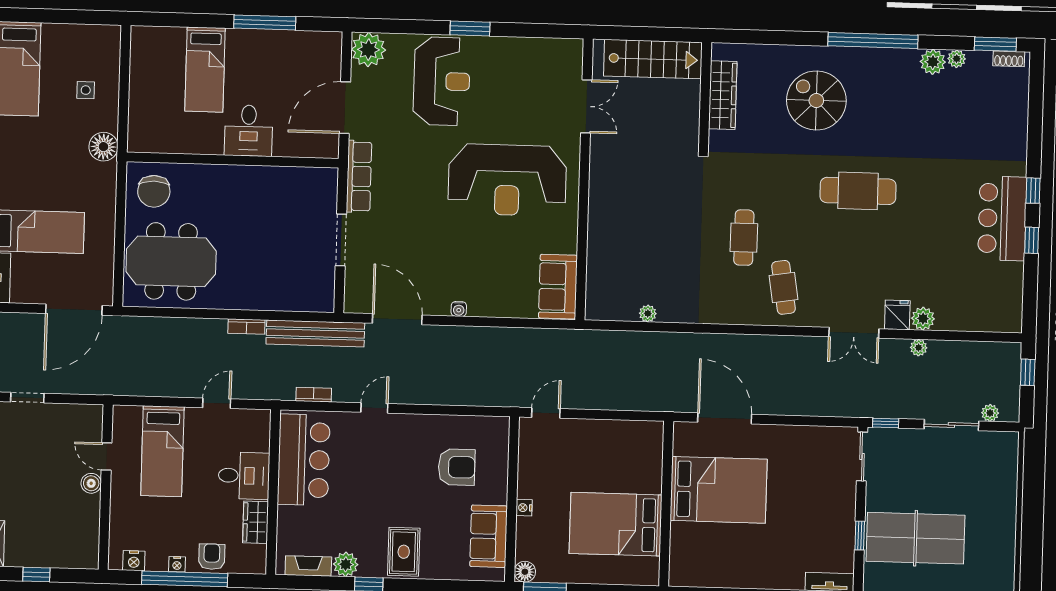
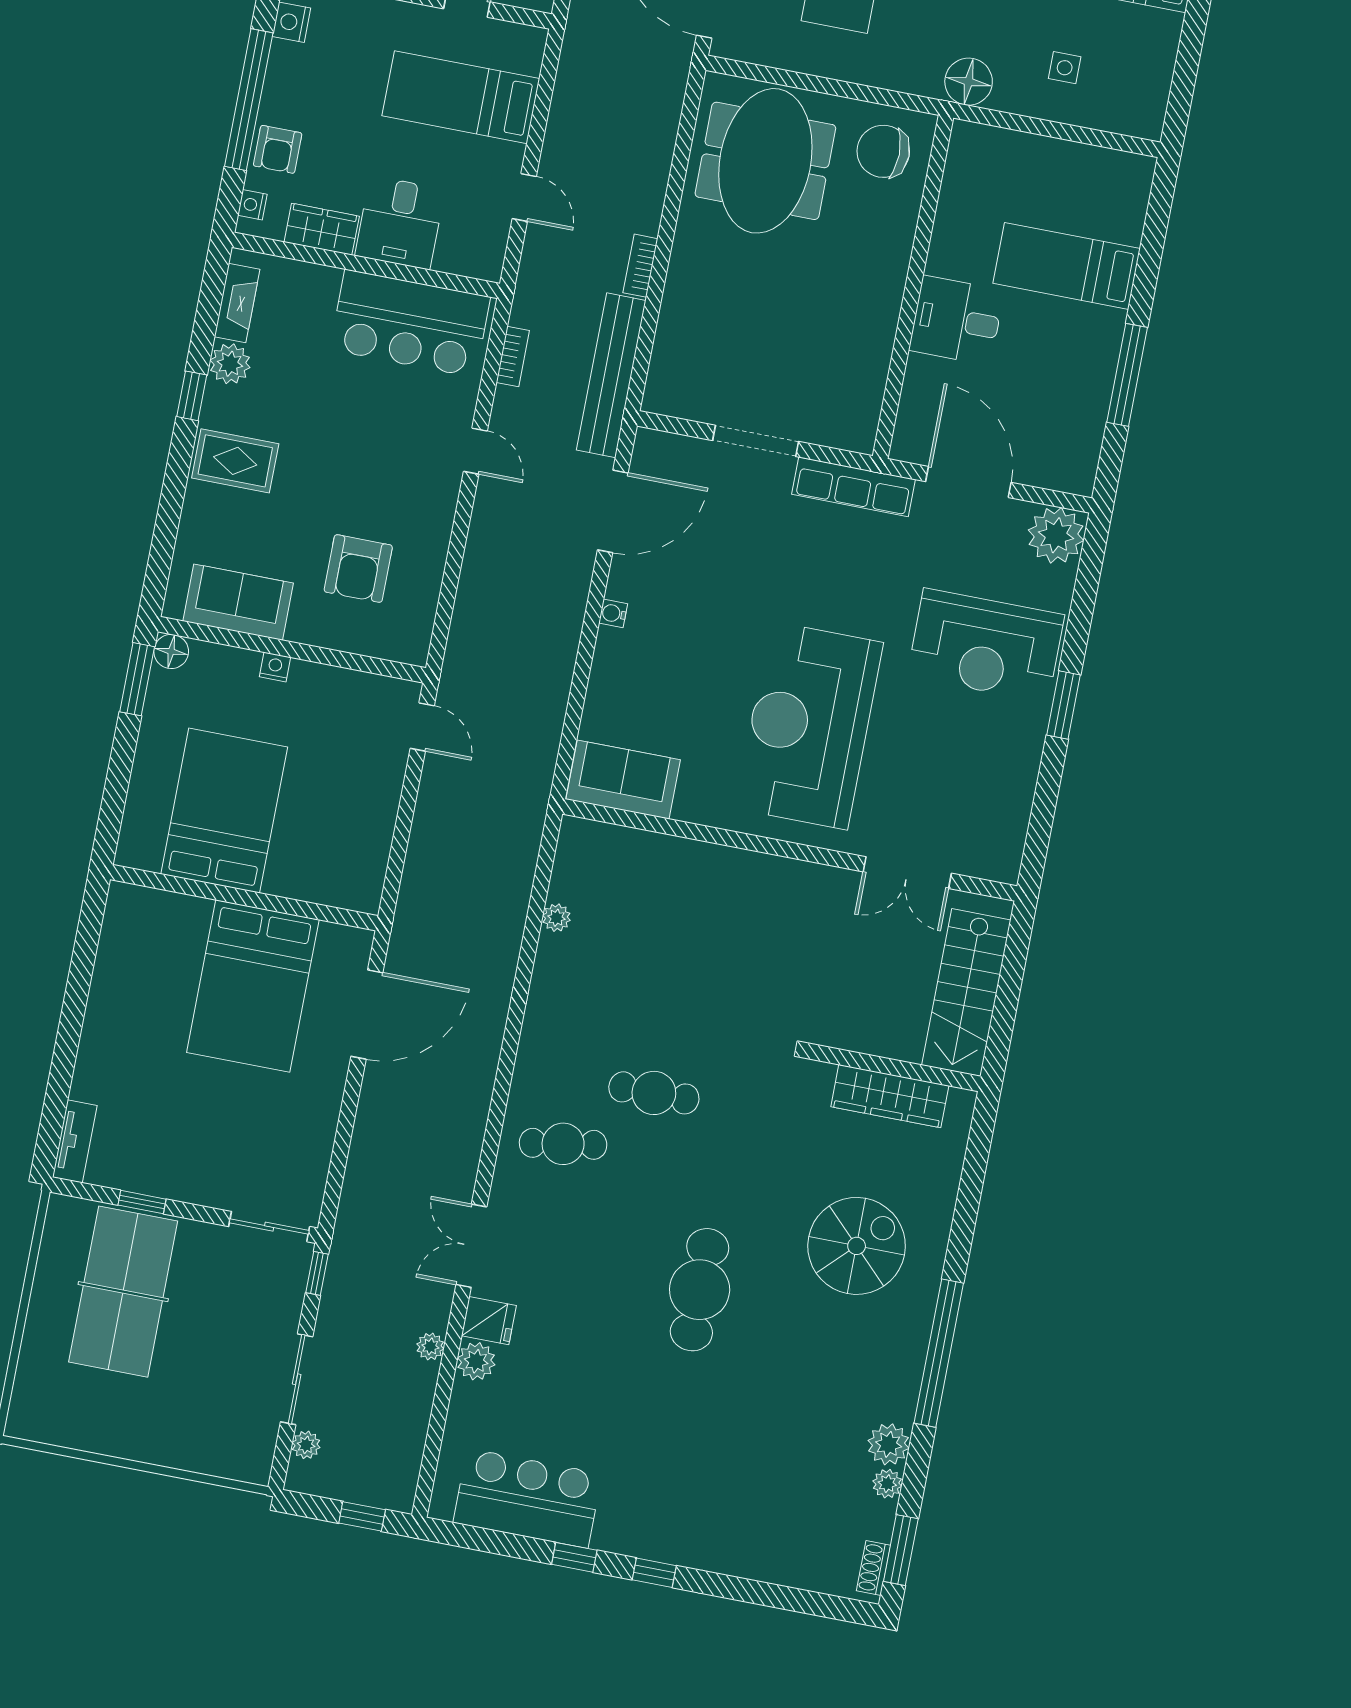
bar counter: (1002, 218) -> (528, 1498), moved
armchair: (212, 557) -> (278, 149), turned 90
nightstand: (177, 564) -> (252, 205), moved

